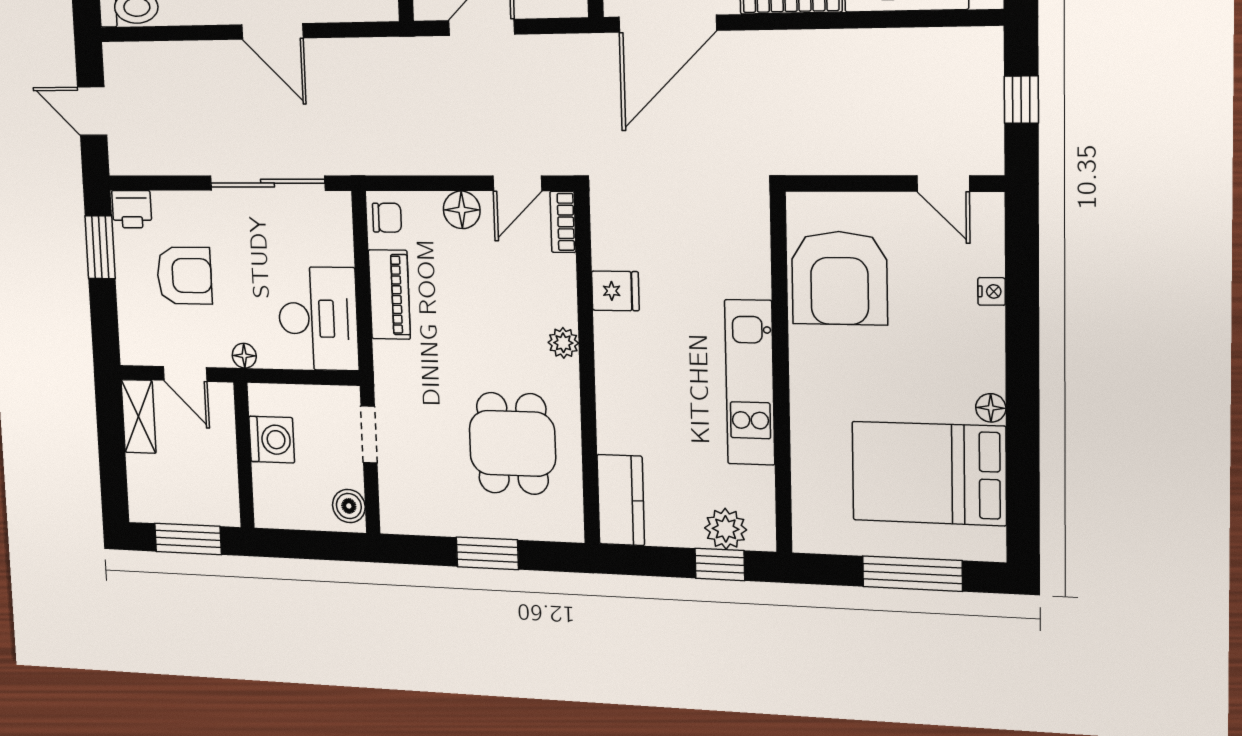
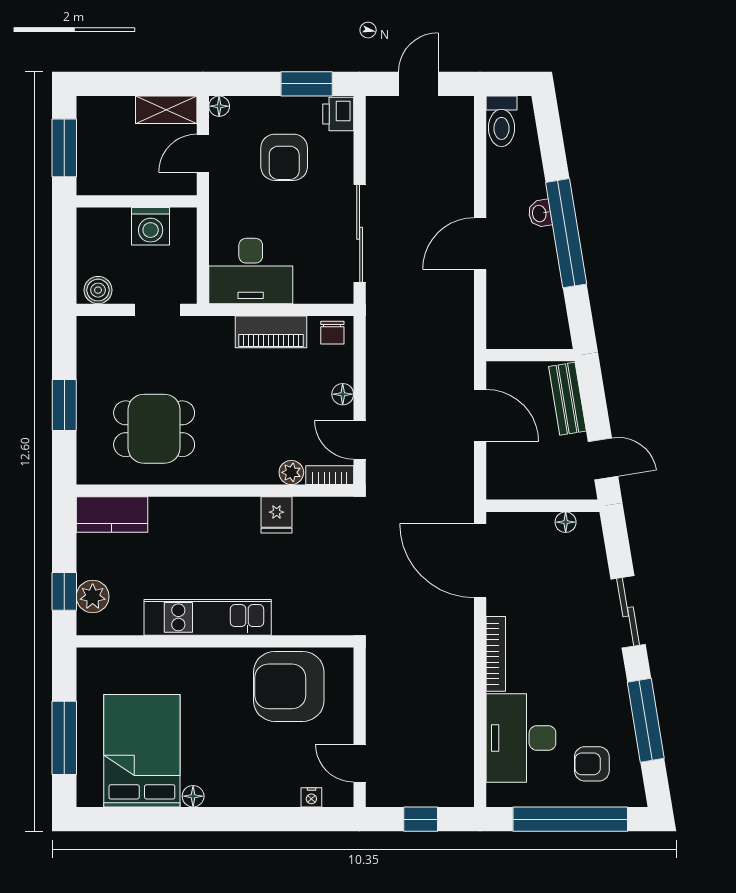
door: (943, 184) -> (360, 763), hinge flipped
floor lamp: (462, 210) -> (343, 394), width x0.73, depth x0.73
nightstand: (992, 291) -> (311, 797), moved
plant: (563, 343) -> (291, 472), moved
floor lamp: (244, 356) -> (219, 106), moved

